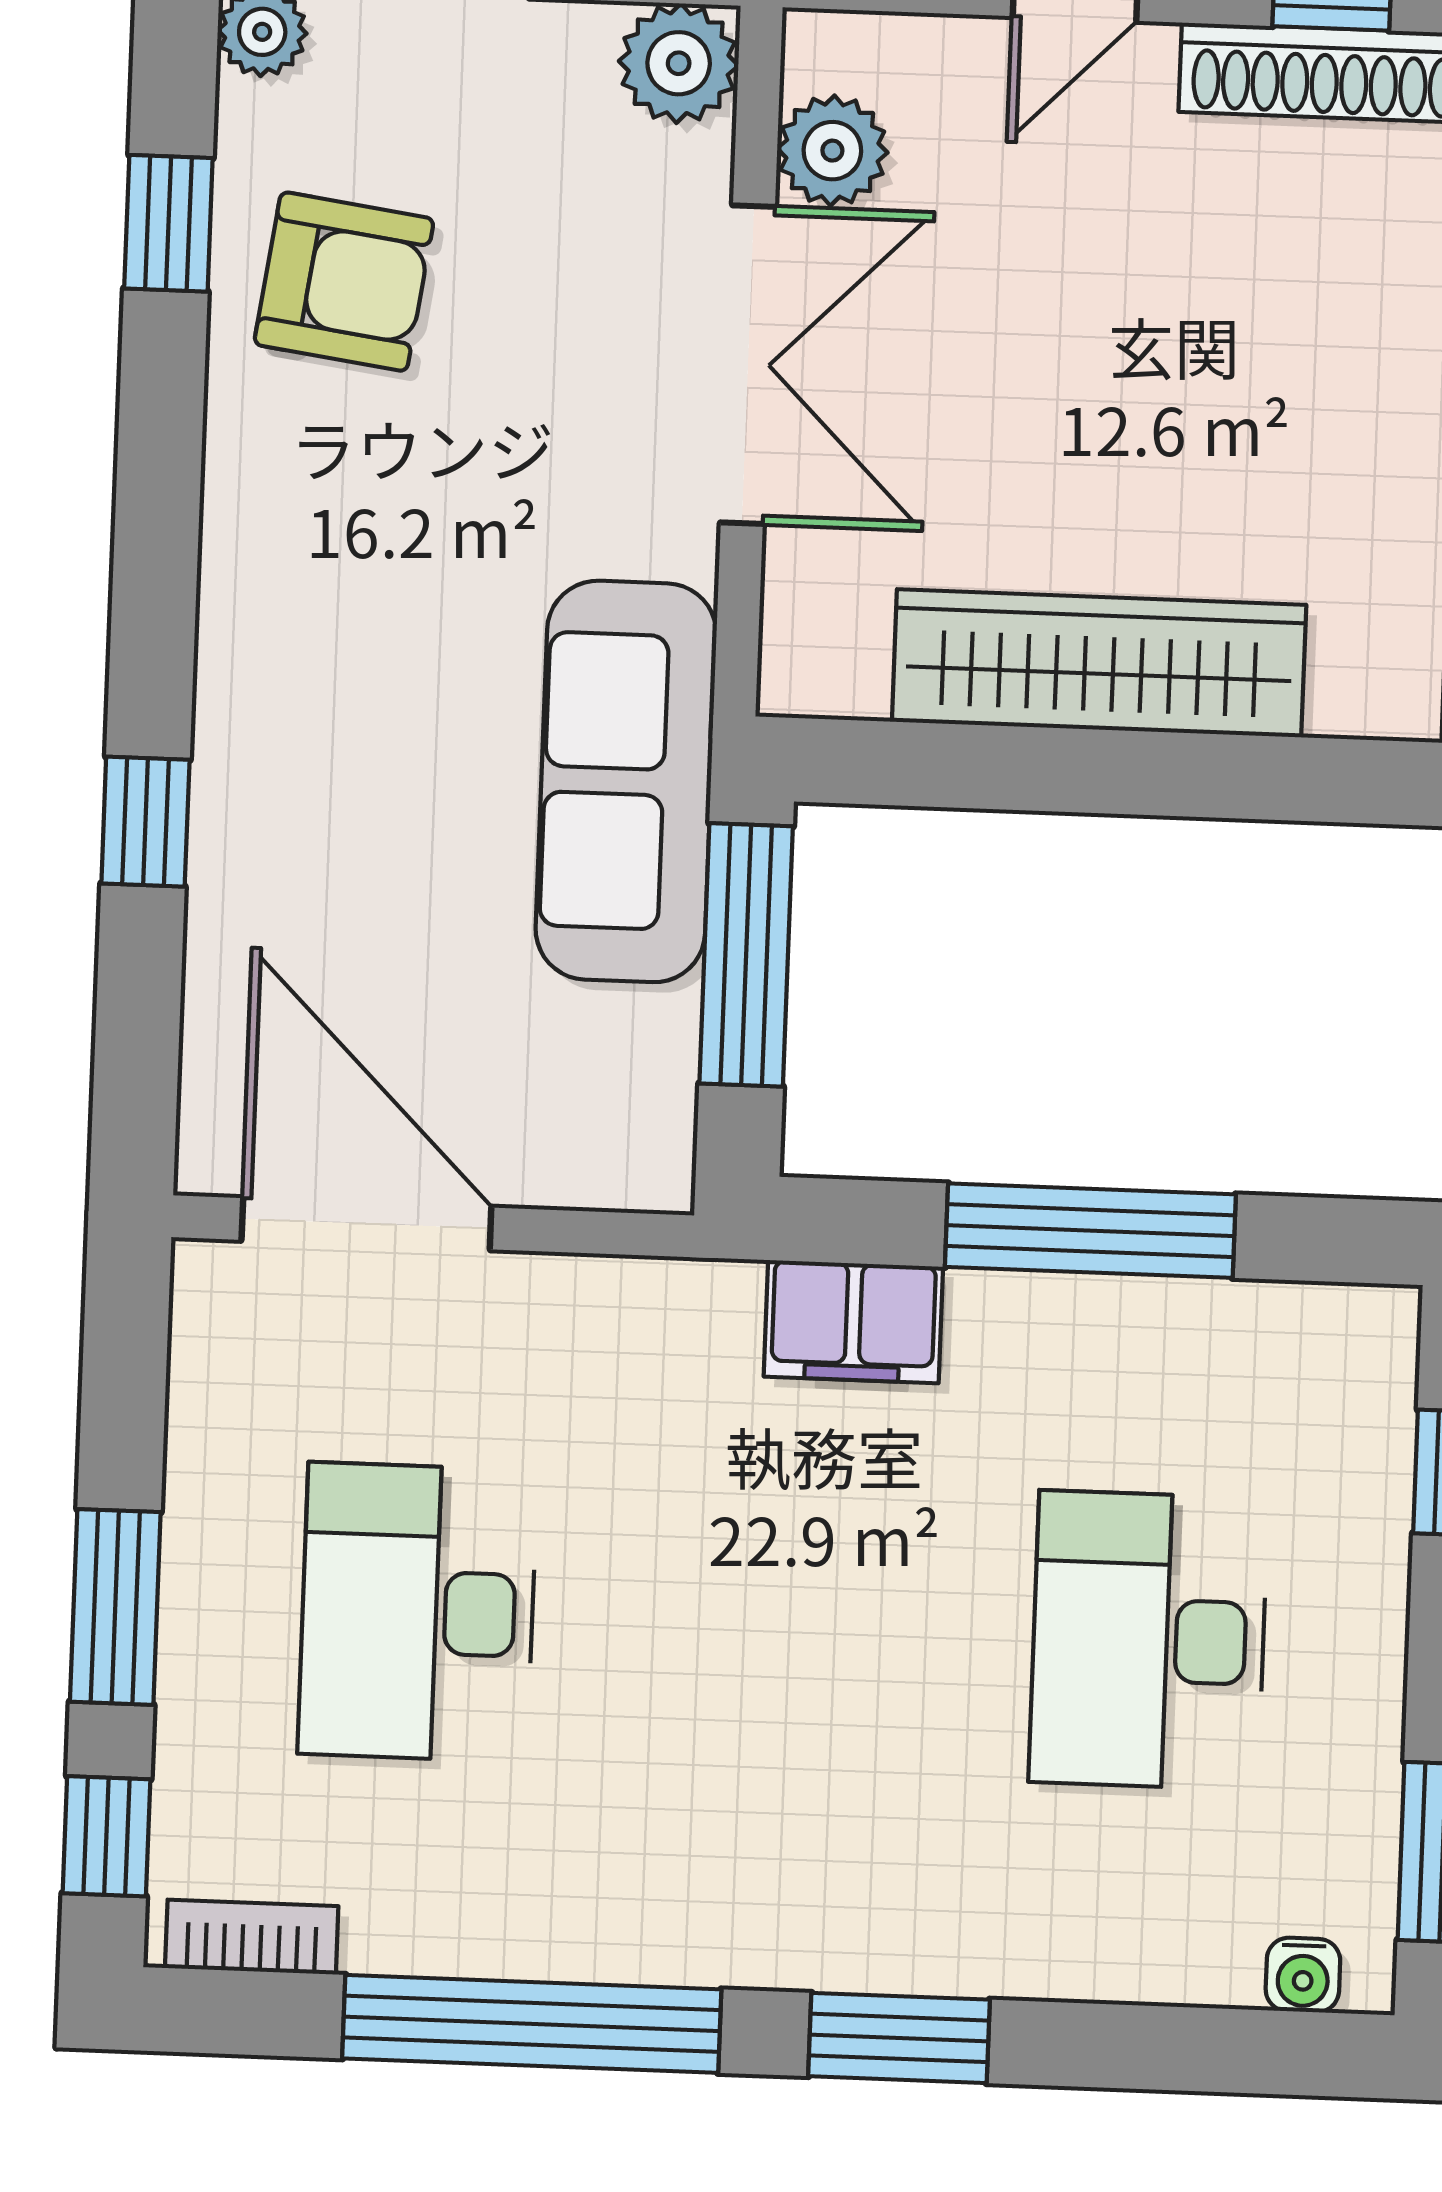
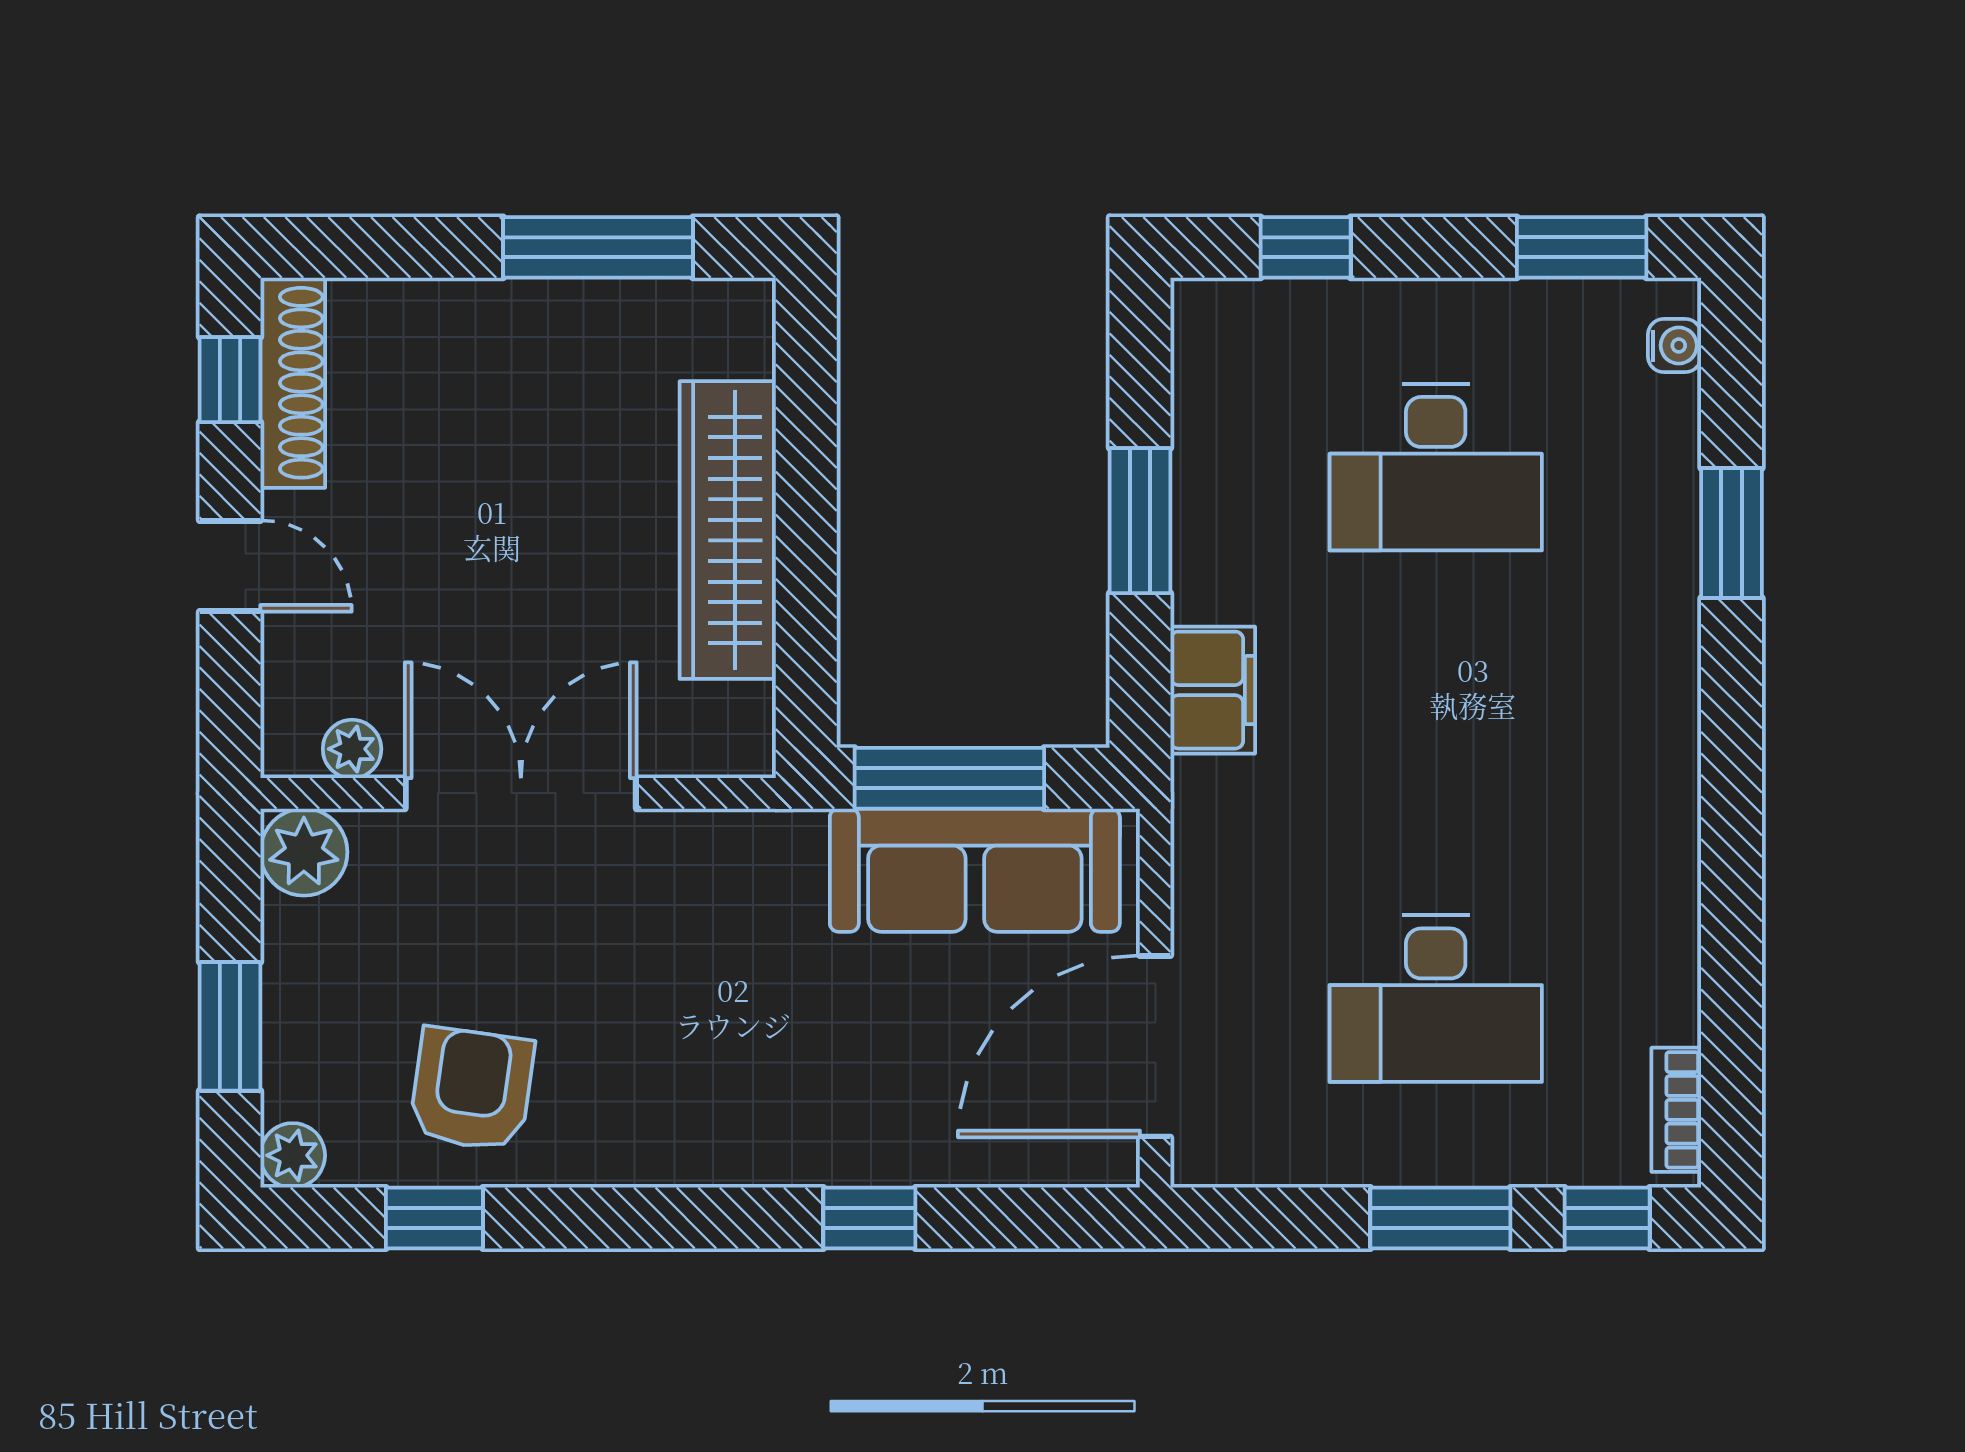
plant: (832, 151) -> (352, 749), width x0.73, depth x0.73
sofa: (626, 781) -> (975, 870), moved
window: (1090, 1231) -> (1140, 521), width x0.69
window: (532, 2024) -> (1731, 904), removed
window: (899, 2038) -> (1731, 533), moved

